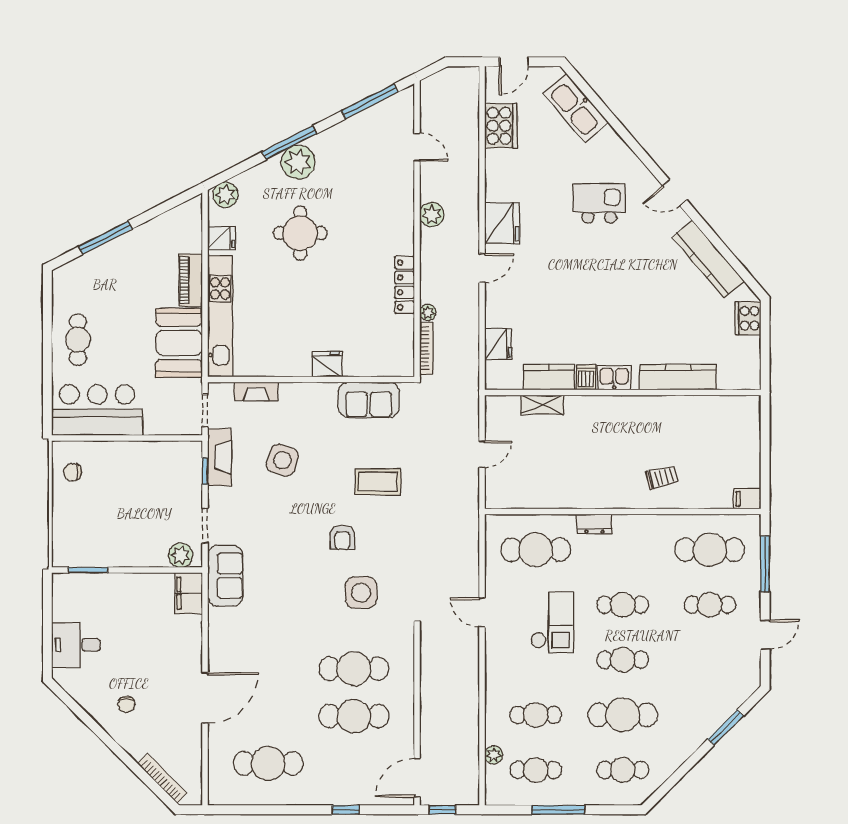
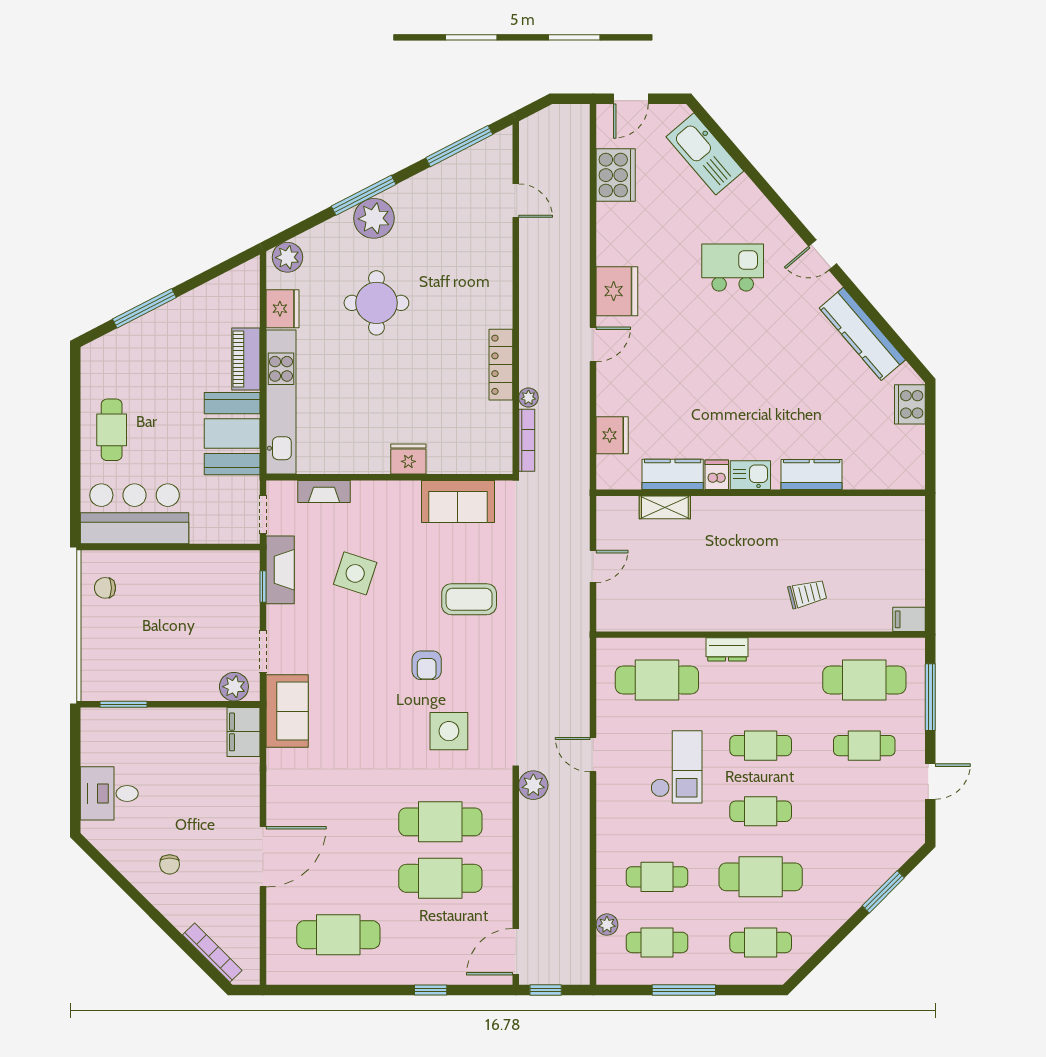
plant: (432, 215) -> (533, 785), moved
fridge: (221, 238) -> (283, 309), width x1.38
kitchen counter: (678, 377) -> (812, 474), width x0.67

